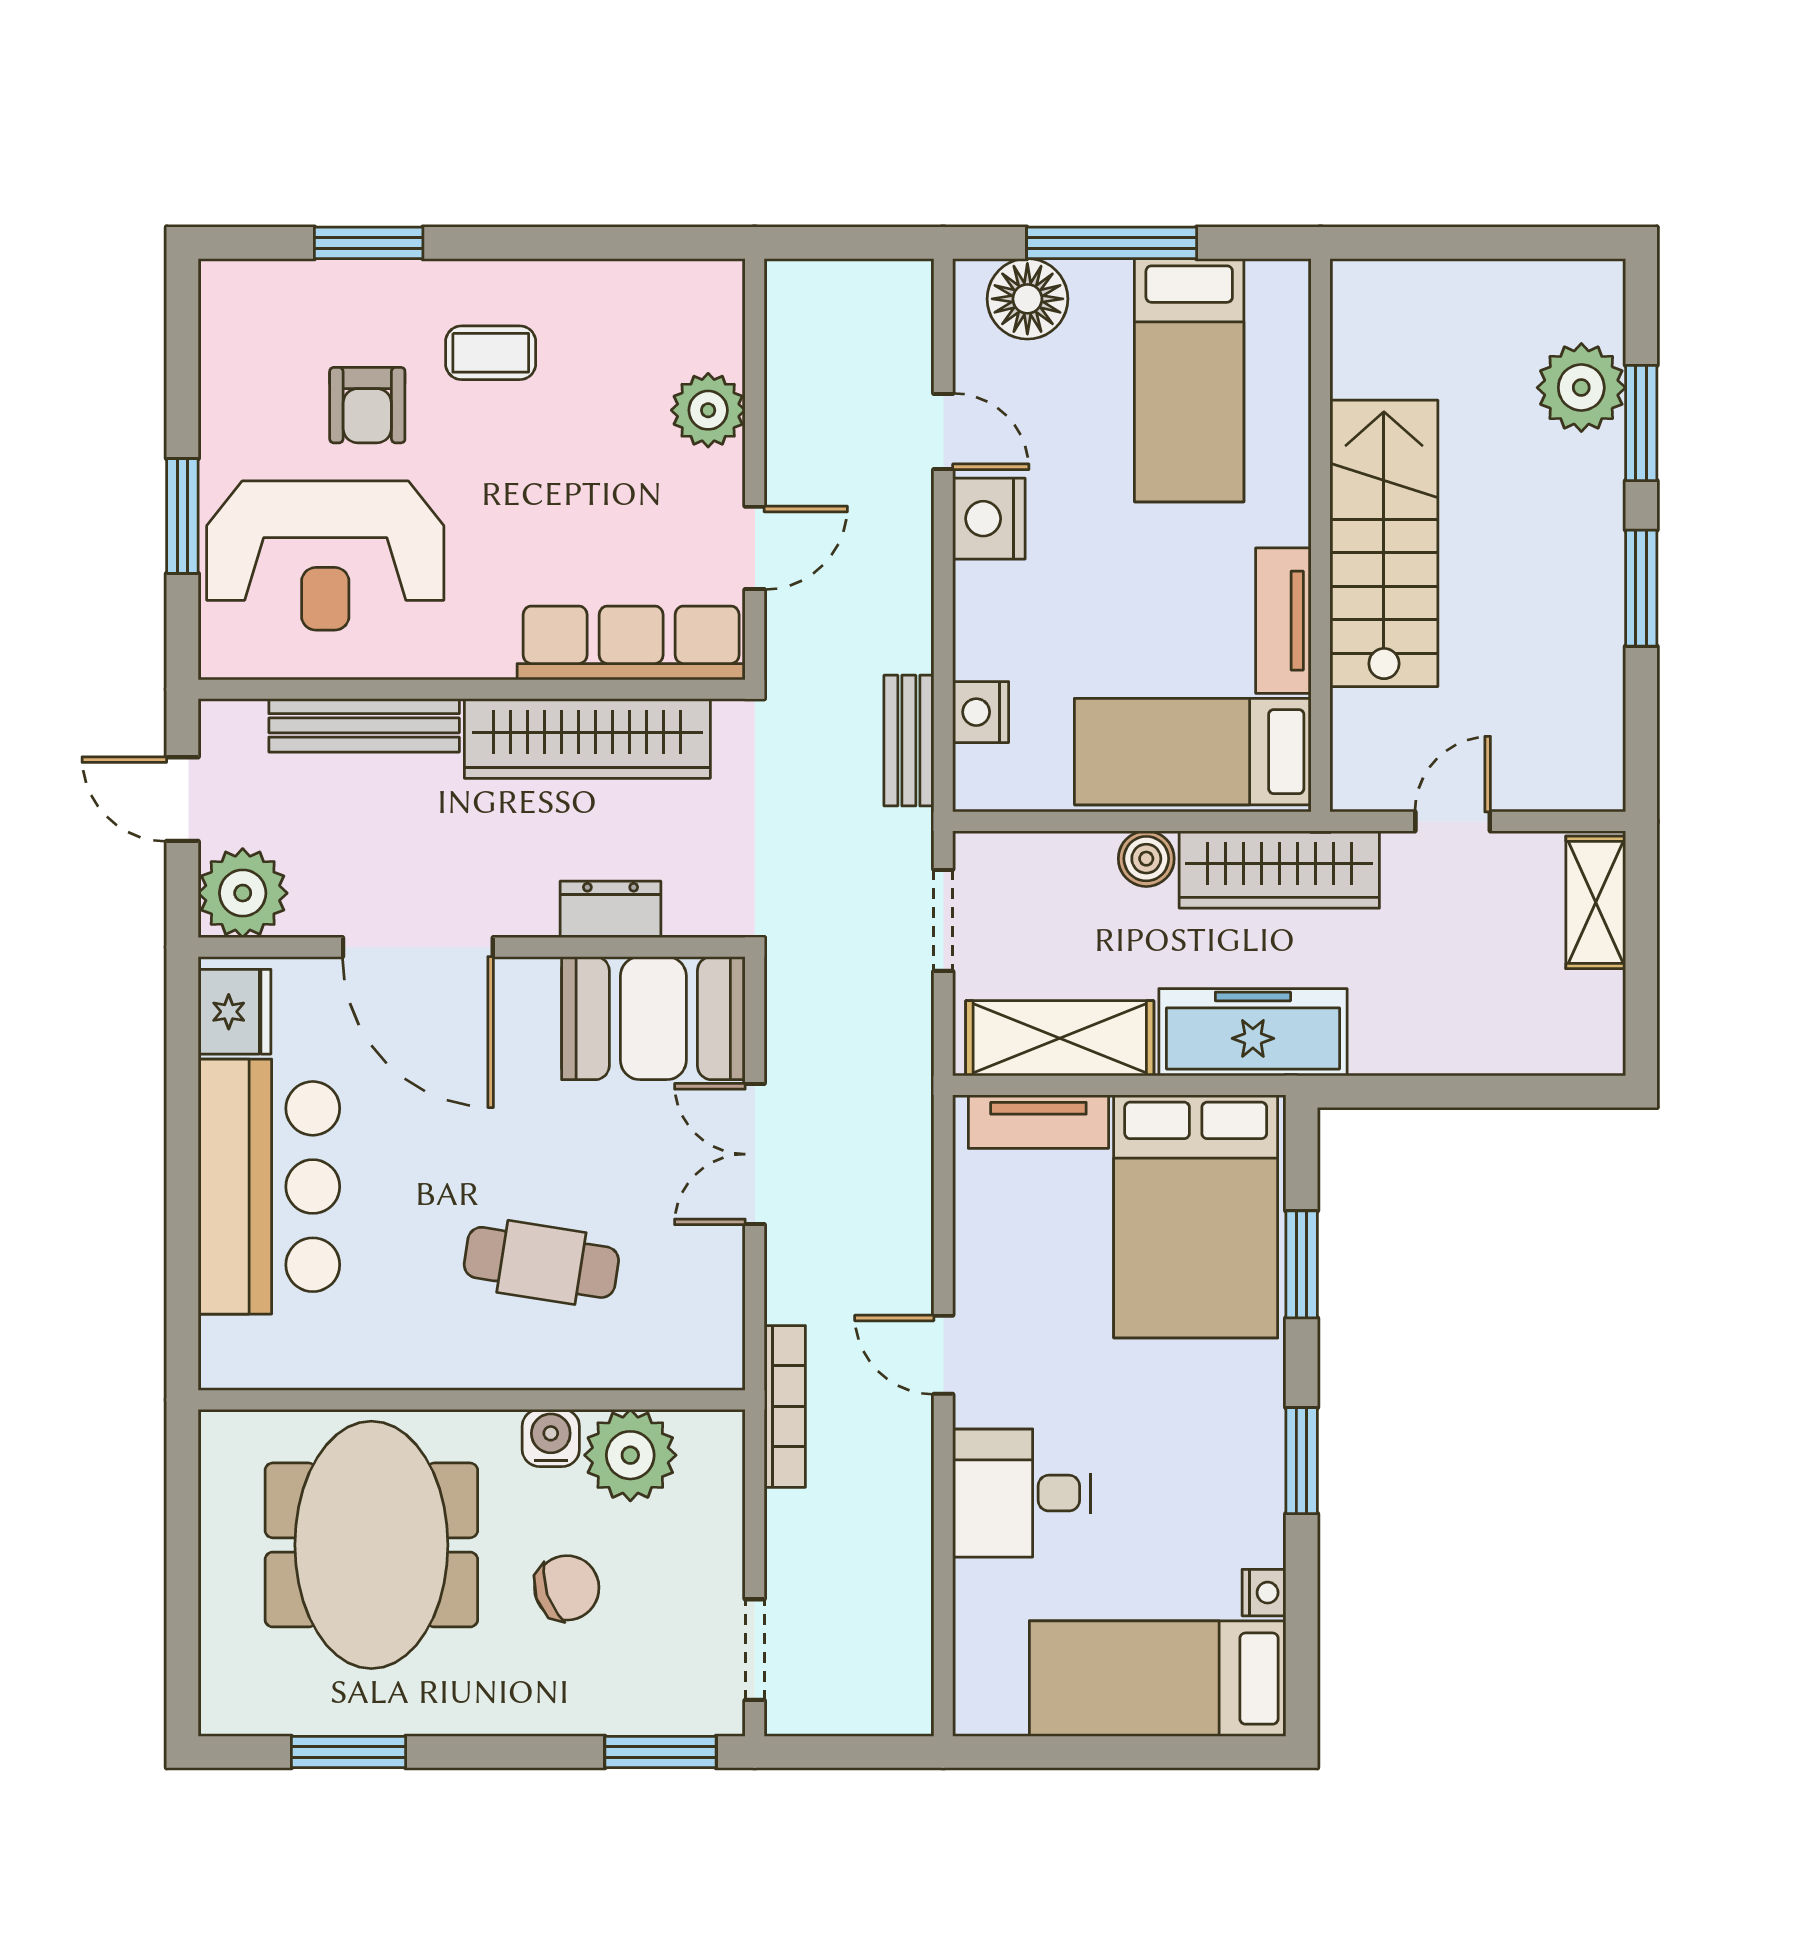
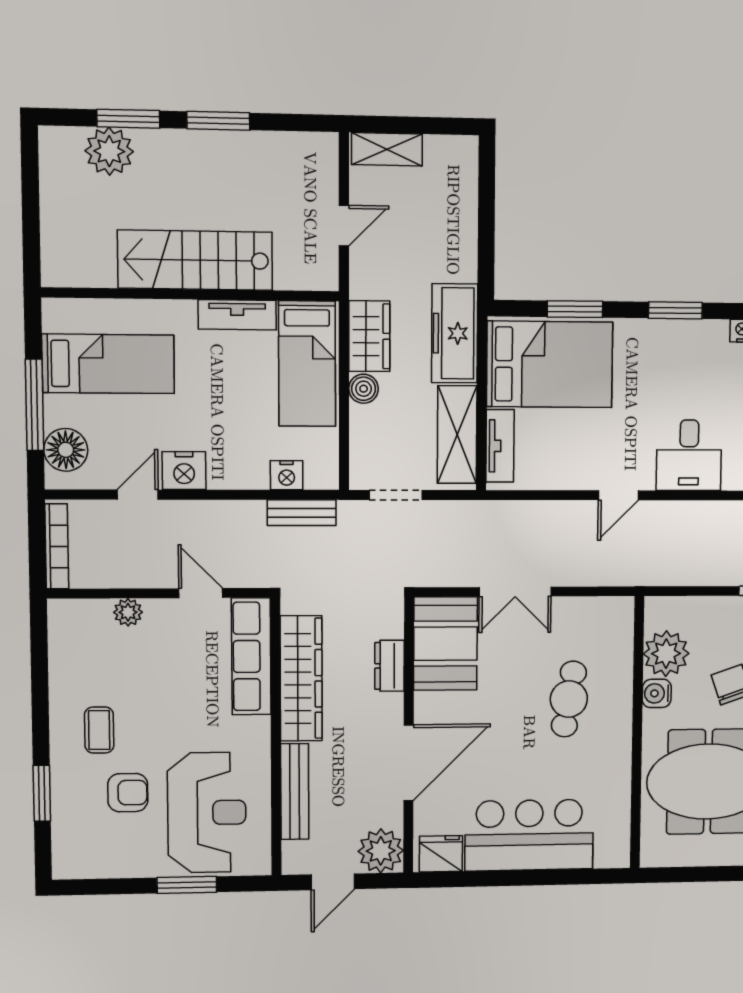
plant: (708, 410) -> (128, 612), width x0.73, depth x0.73
door: (1453, 821) -> (344, 226), swing flipped
wardrobe: (1279, 869) -> (369, 336), width x0.67
bookcase: (785, 1406) -> (57, 546), moved, turned 90

